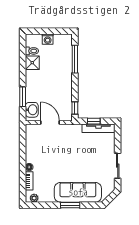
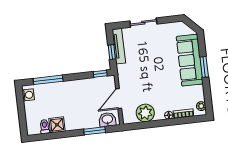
washing machine: (48, 39) -> (28, 95), moved
plant: (34, 146) -> (145, 113), added
sliding door: (118, 166) -> (143, 23), moved

